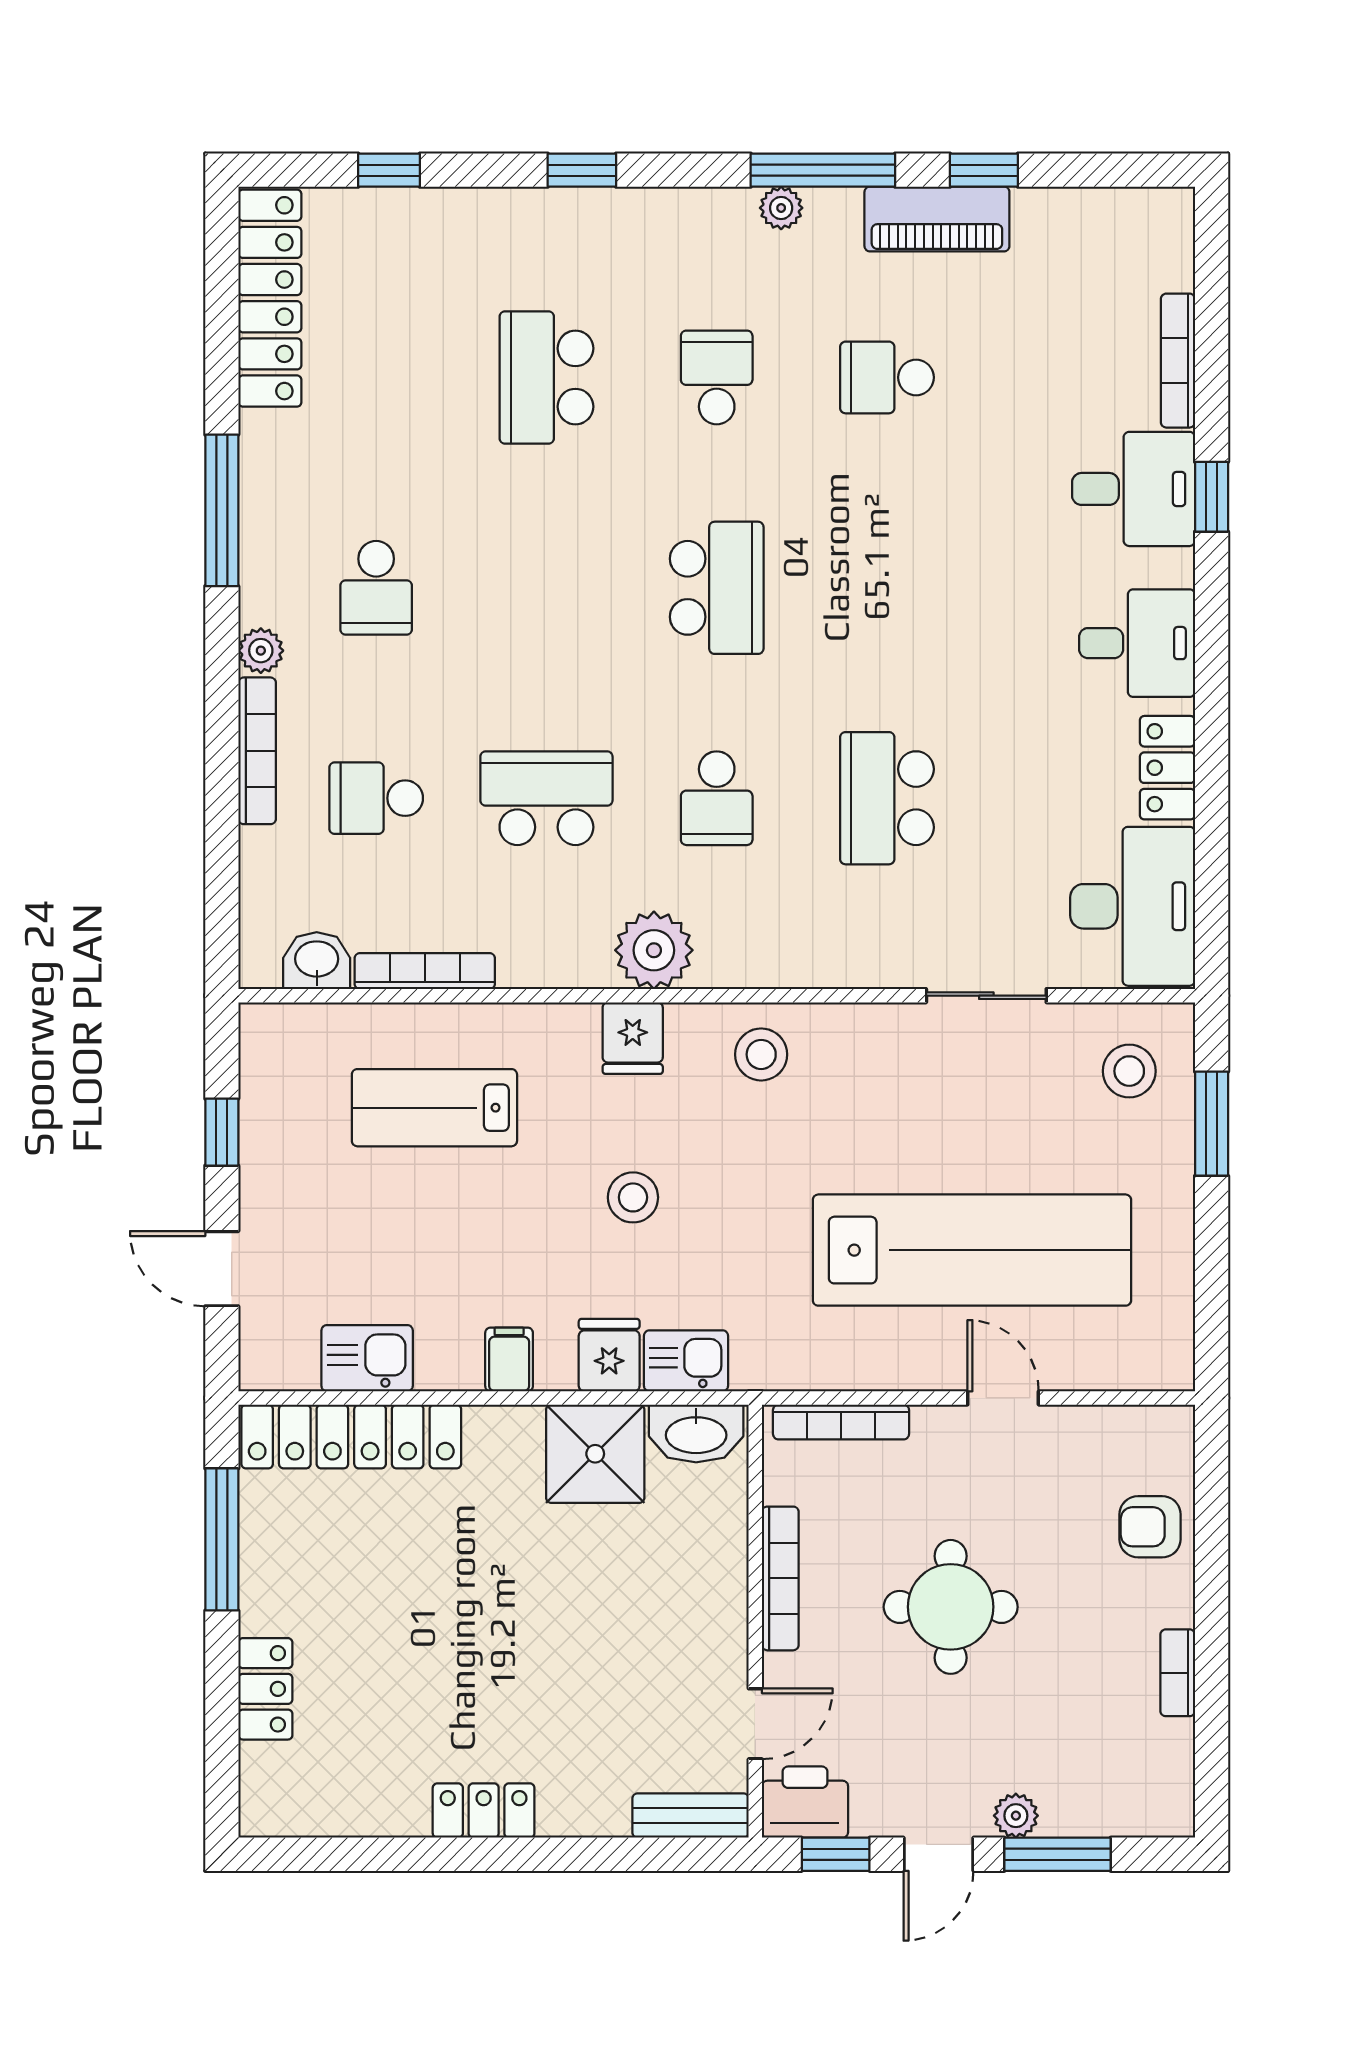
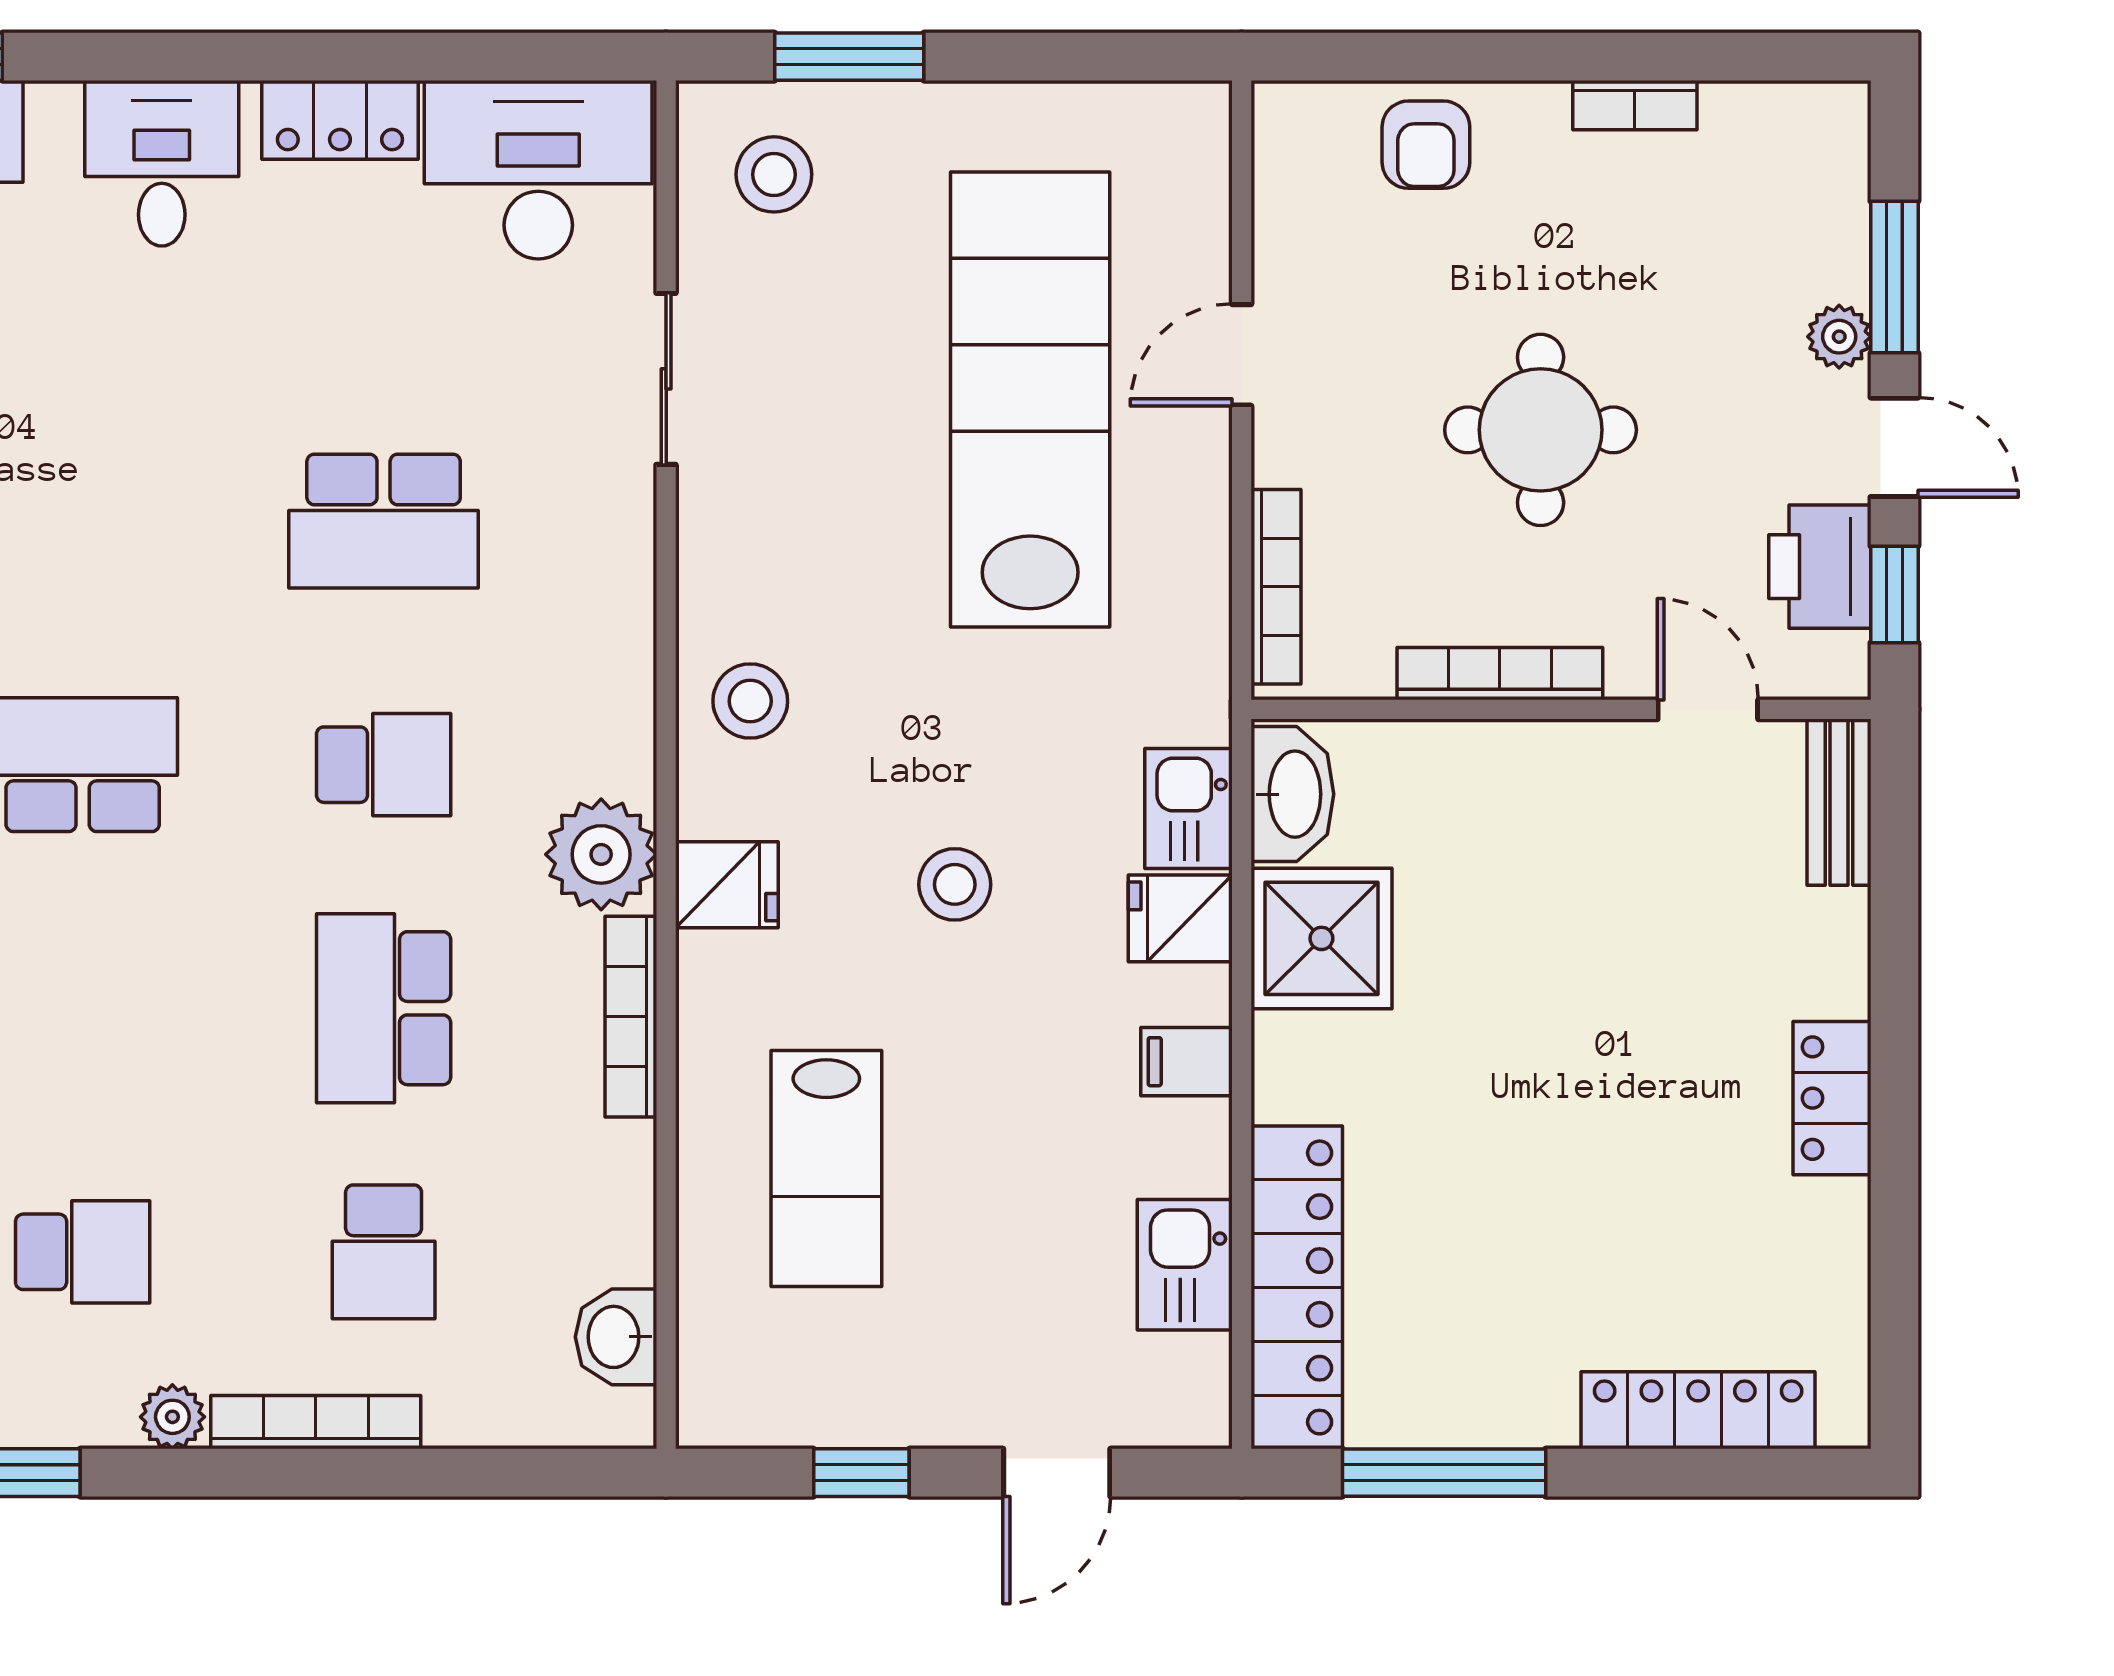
bookcase: (425, 971) -> (631, 1017), moved
locker: (265, 1689) -> (1698, 1410), width x1.53
printer: (805, 1802) -> (1820, 567), moved

